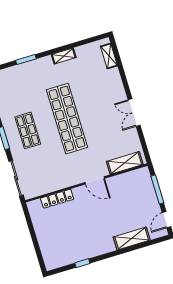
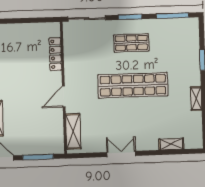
shelving: (109, 56) -> (171, 144), moved

